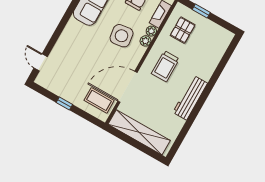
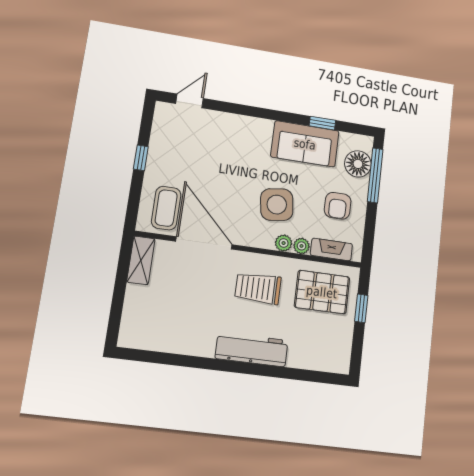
pallet: (183, 30) -> (322, 292), width x1.50, depth x1.42
workbench: (190, 98) -> (252, 349), moved
shelving: (139, 132) -> (141, 260), width x0.45, depth x0.75

